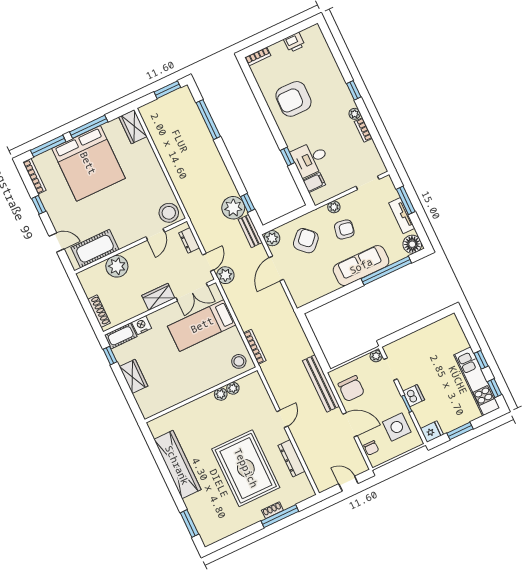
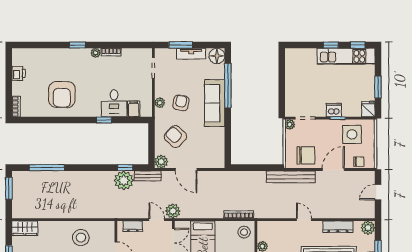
stool: (169, 213) -> (81, 238), moved
plant: (306, 491) -> (368, 228), added

